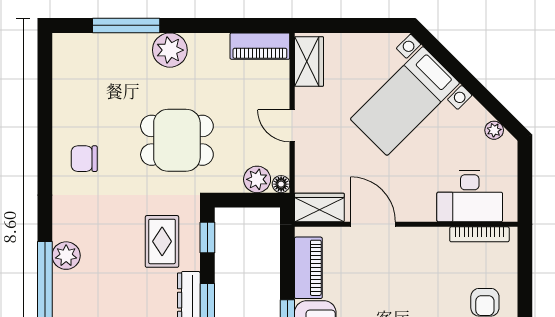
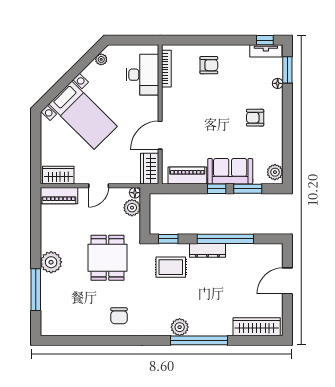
piano: (260, 46) -> (59, 196), moved, turned 90

